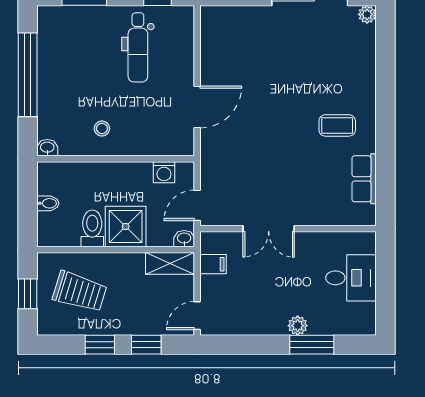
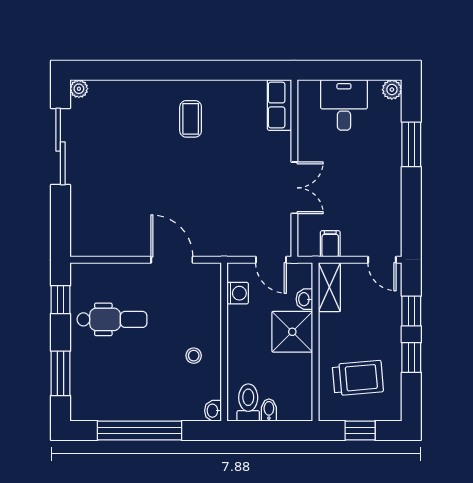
row of seats: (364, 179) -> (279, 105), moved, turned 90
toilet: (92, 228) -> (248, 402), moved, turned 90
washbasin: (184, 239) -> (304, 299), moved
trolley: (80, 292) -> (358, 378), turned 68
plant: (298, 326) -> (392, 90), moved

